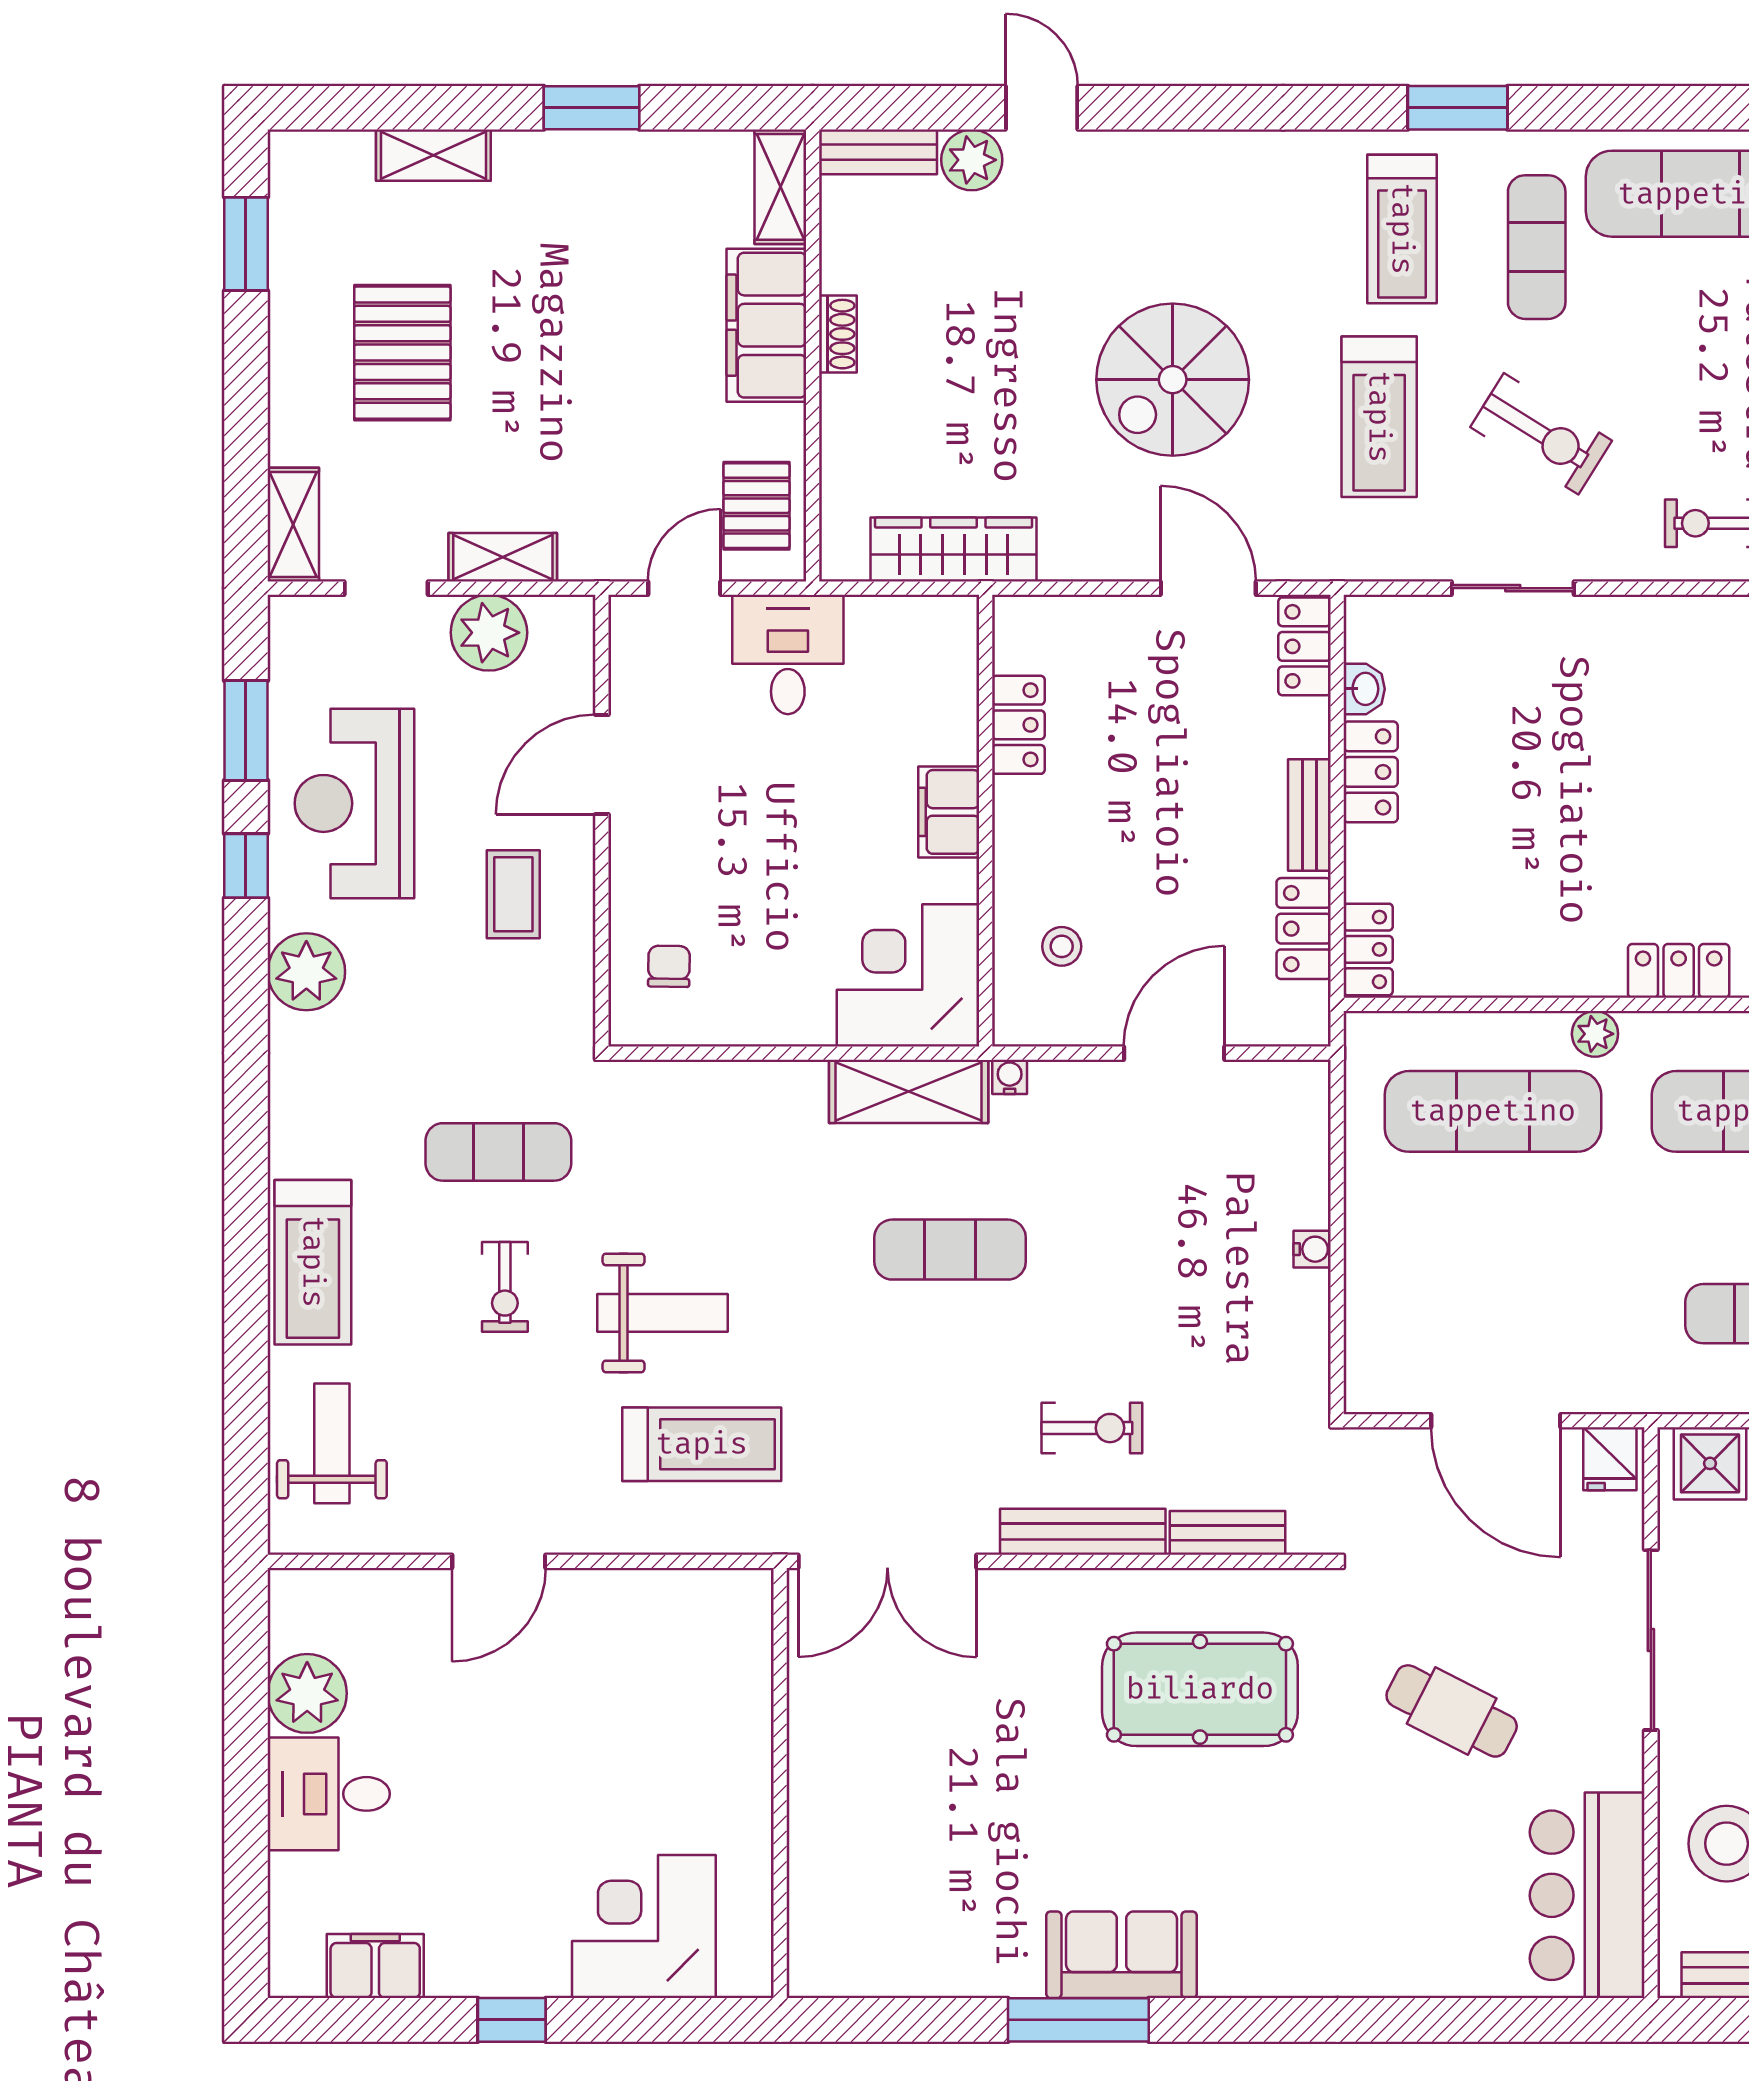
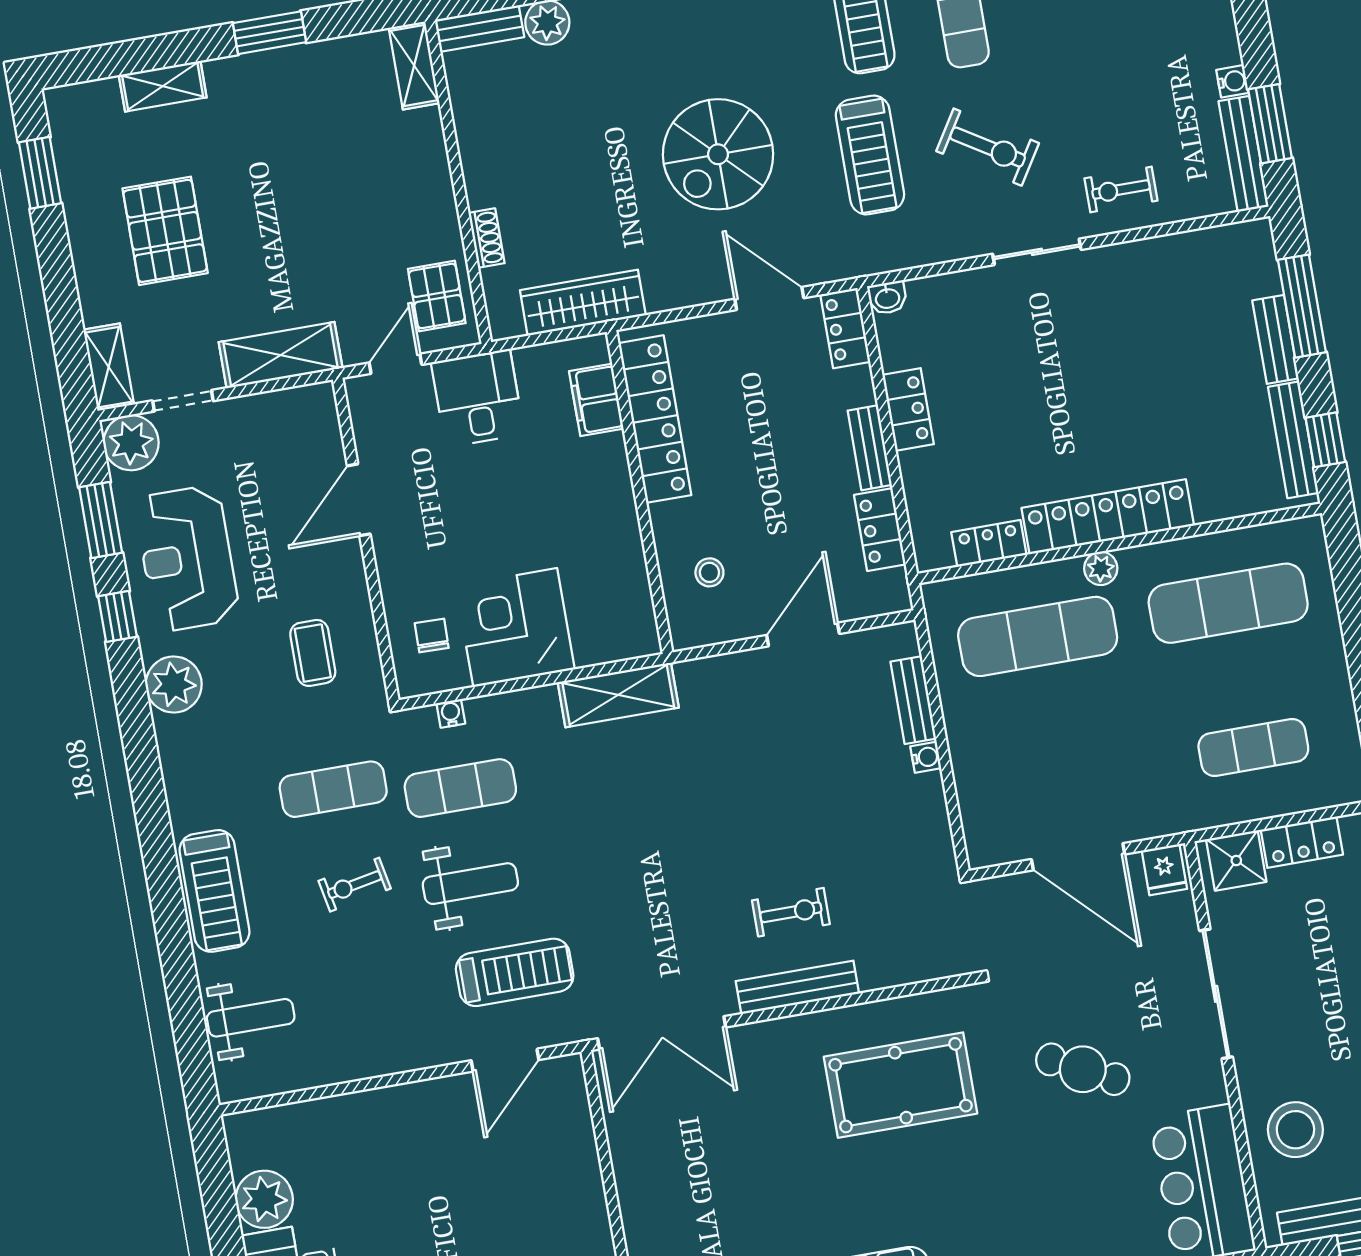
filing cabinet: (766, 325) -> (421, 166), removed
shoe rack: (838, 334) -> (487, 238), moved
shelving: (503, 557) -> (281, 355), width x1.50, depth x1.33
sliding door: (1513, 588) -> (1037, 252), moved
plant: (489, 633) -> (131, 443), moved
washbasin: (1364, 689) -> (887, 298), moved, turned 90
locker: (1018, 725) -> (655, 419), width x2.16, depth x1.21
filing cabinet: (949, 812) -> (596, 400), moved
coffee table: (513, 894) -> (313, 653), moved
locker: (1368, 949) -> (989, 543), moved, turned -90
locker: (1679, 971) -> (1108, 517), width x2.16, depth x1.21
corner desk: (908, 975) -> (515, 628), moved
water cooler: (1010, 1077) -> (451, 713), moved
exercise mat: (950, 1250) -> (460, 788), moved
exercise bike: (505, 1287) -> (355, 885), turned 79
weight bench: (332, 1443) -> (251, 1018), turned 90
bench: (1228, 1533) -> (913, 700), moved, turned 90
door: (499, 1561) -> (505, 1060), moved

